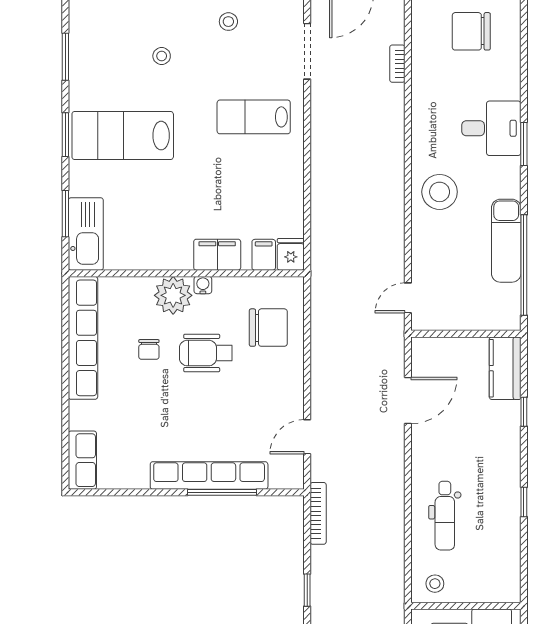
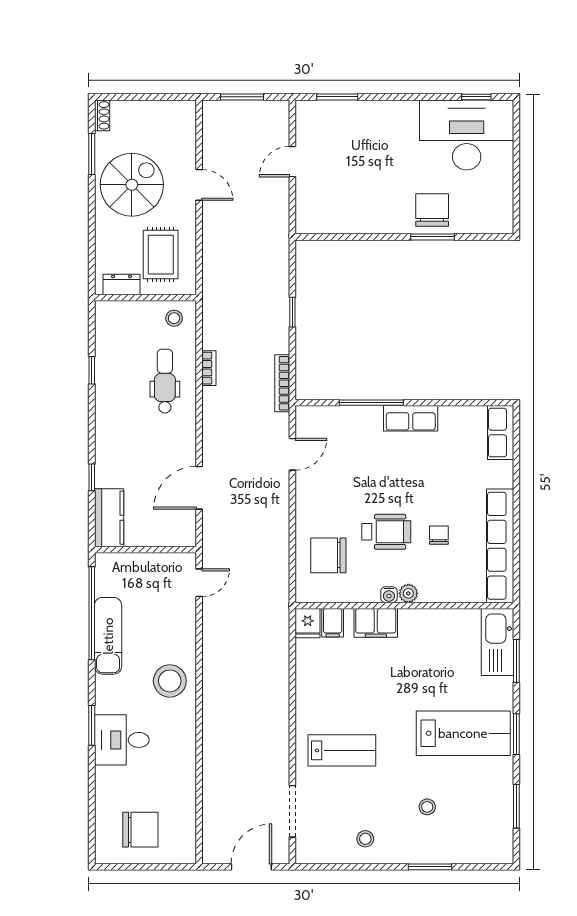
bookcase: (397, 64) -> (209, 368), moved
plant: (173, 295) -> (408, 593), width x0.53, depth x0.53
row of seats: (209, 476) -> (411, 418), width x0.50
window: (524, 502) -> (92, 370), moved

